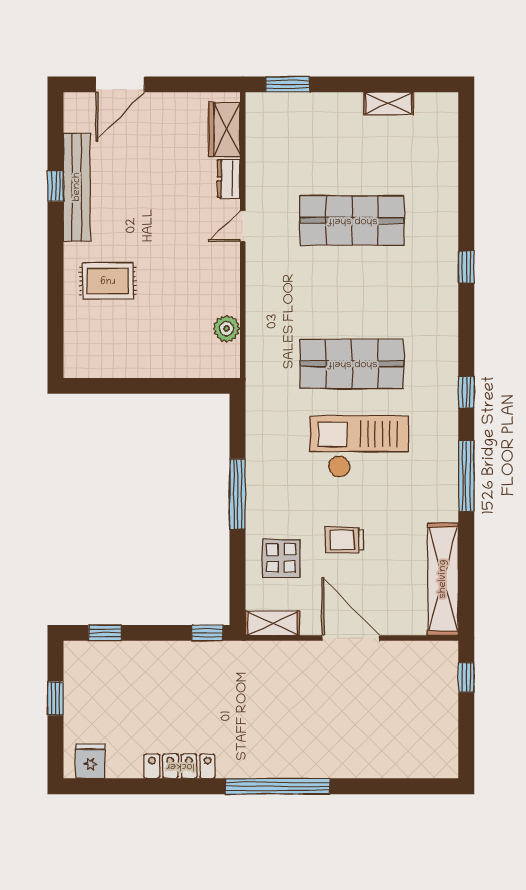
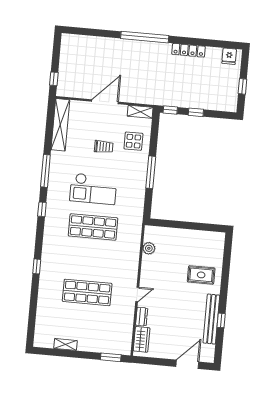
window: (105, 633) -> (196, 112), moved
door: (351, 638) -> (105, 102), swing flipped

